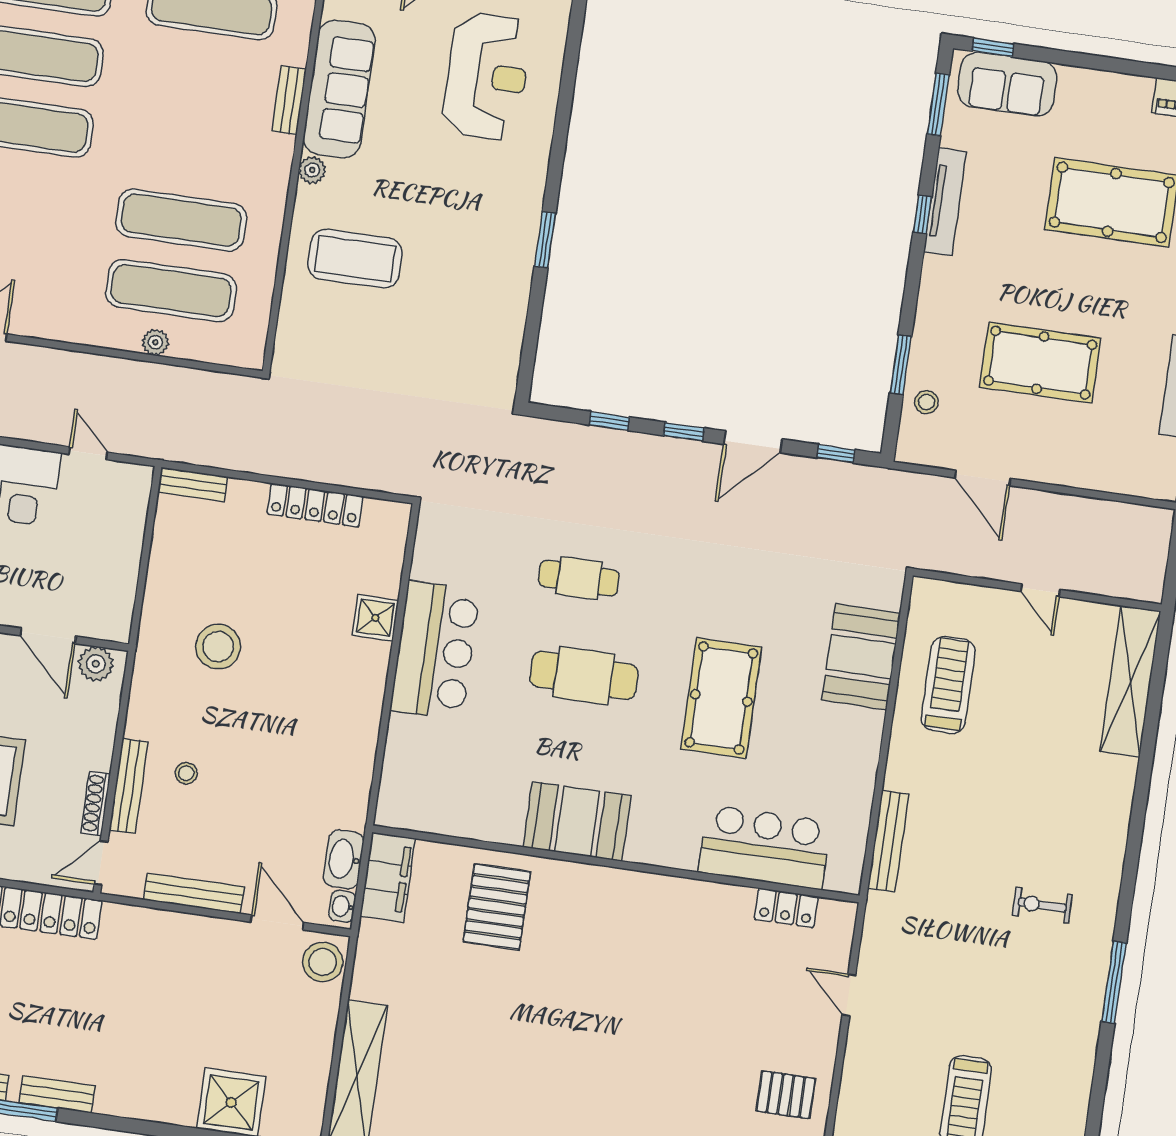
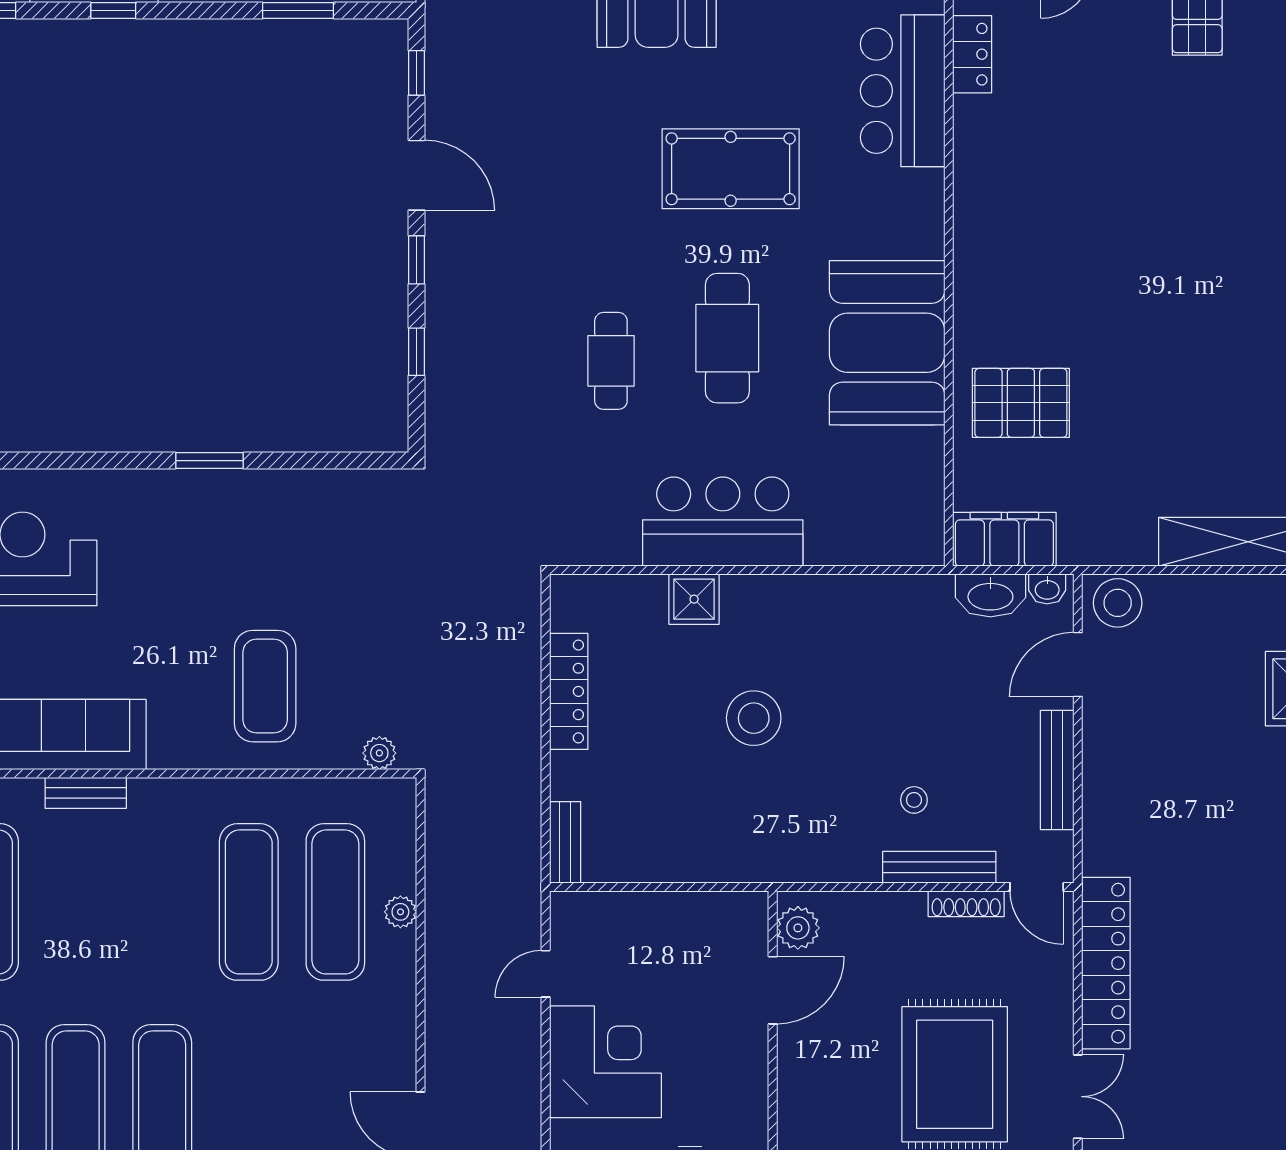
plant: (312, 170) -> (379, 753), moved
stool: (218, 647) -> (754, 718), moved
booth: (577, 821) -> (887, 343), width x1.36, depth x1.42

